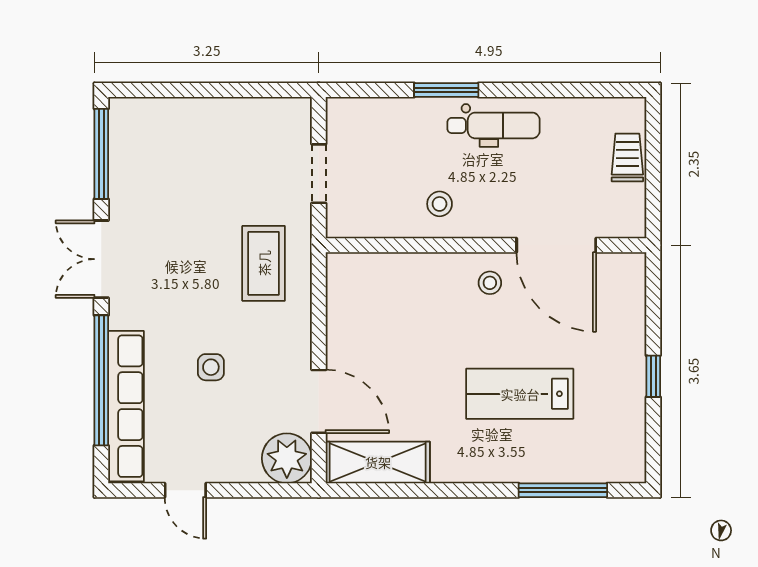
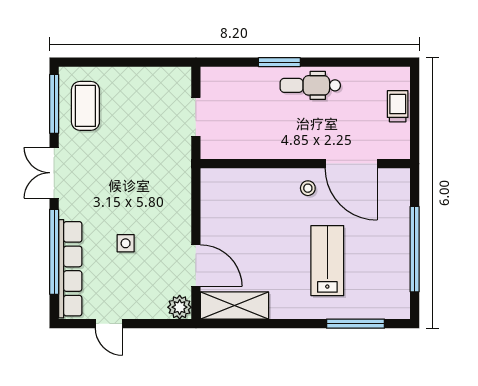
dental chair: (494, 125) -> (310, 85), turned 180
stool: (440, 204) -> (275, 137), removed
coffee table: (264, 263) -> (85, 106), moved
window: (653, 376) -> (415, 249), width x3.17
lab bench: (520, 394) -> (327, 261), turned 90
plant: (287, 458) -> (180, 307), width x0.73, depth x0.73

